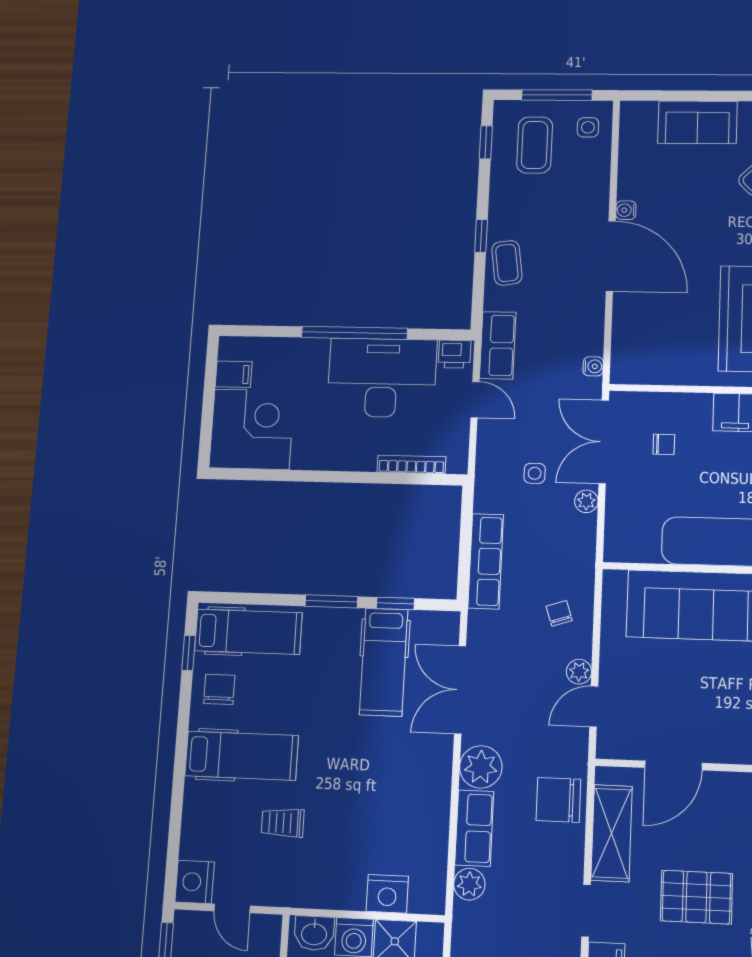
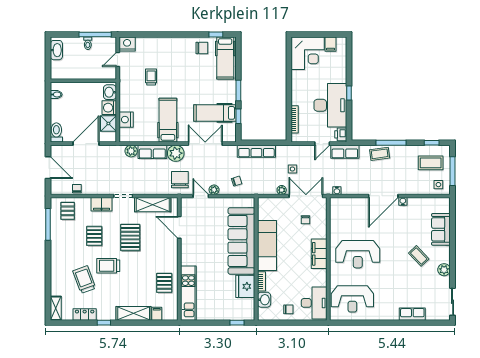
window: (481, 236) -> (391, 143), width x2.17
window: (354, 333) -> (349, 93), width x0.32
hospital bed: (242, 756) -> (168, 120), moved, turned 180
chair: (558, 800) -> (180, 180), moved

